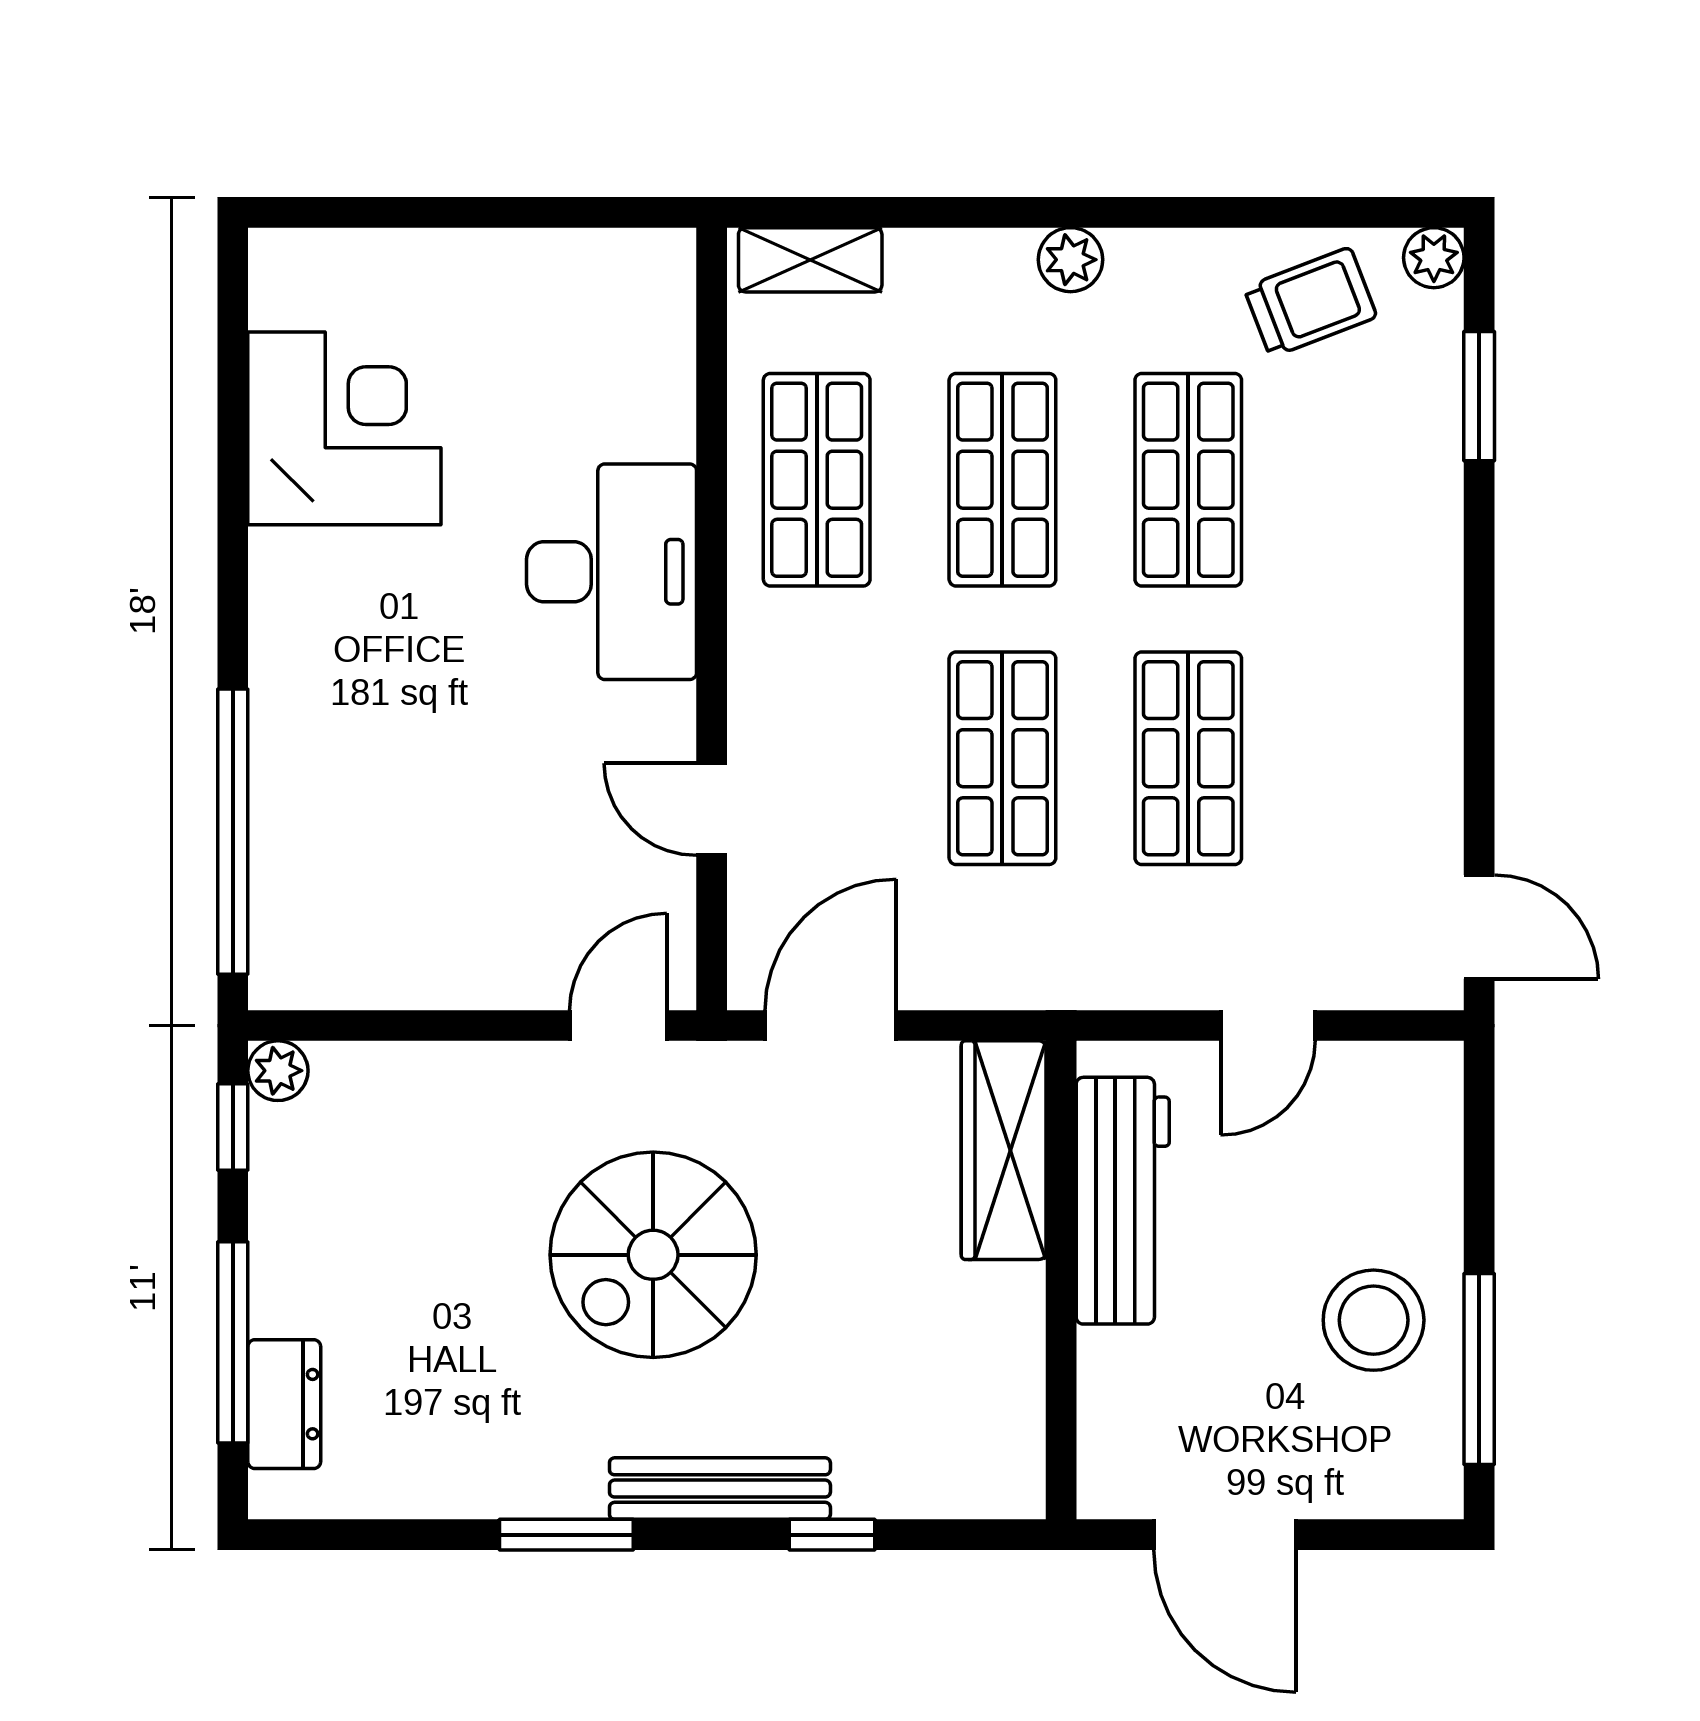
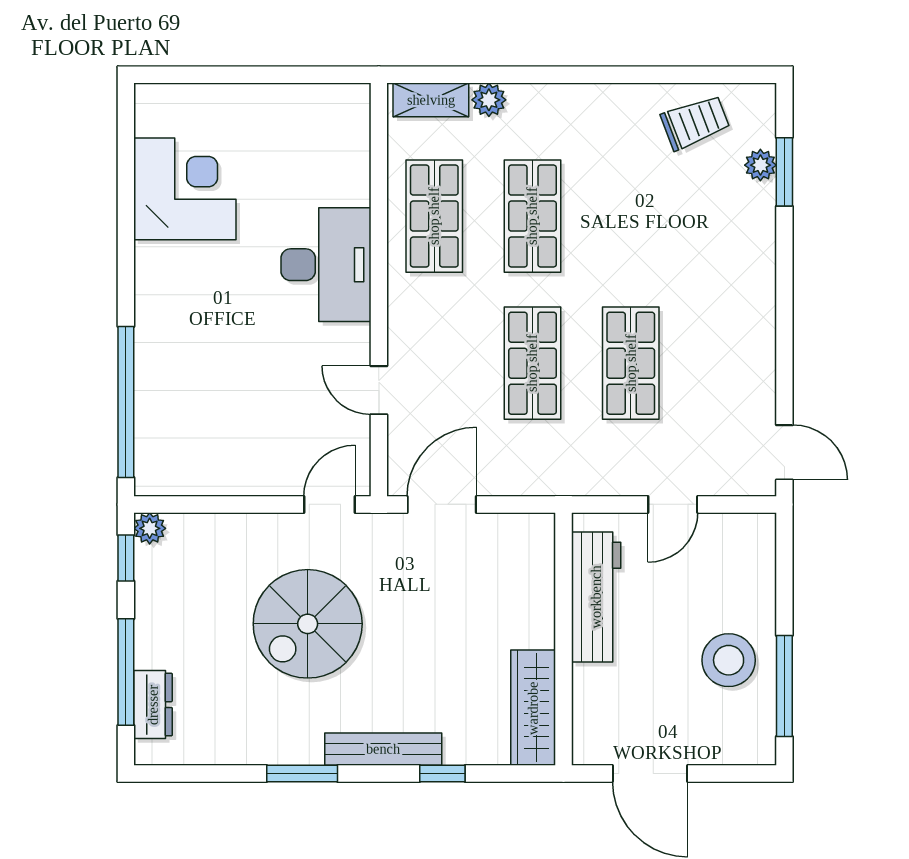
plant: (1434, 258) -> (760, 165), moved
plant: (1070, 260) -> (489, 100), moved
shop shelf: (1188, 480) -> (631, 216), removed
wardrobe: (1004, 1150) -> (533, 708), moved
spiral stairs: (653, 1255) -> (308, 624), moved

